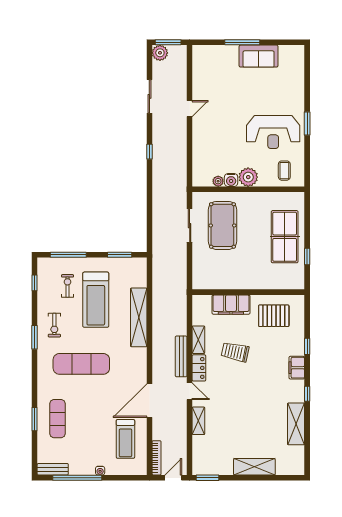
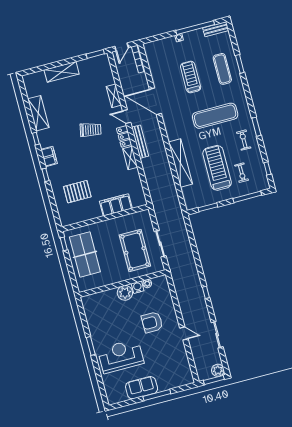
door: (190, 109) -> (184, 333), swing flipped
armchair: (225, 132) -> (152, 322), added
reception desk: (273, 132) -> (121, 356), moved
coffee table: (284, 171) -> (99, 305), removed
wall: (248, 292) -> (105, 218), moved
filing cabinet: (231, 305) -> (116, 205), moved
trolley: (235, 352) -> (91, 130), moved
door: (149, 401) -> (155, 101), swing flipped
treadmill: (125, 439) -> (191, 77), moved

